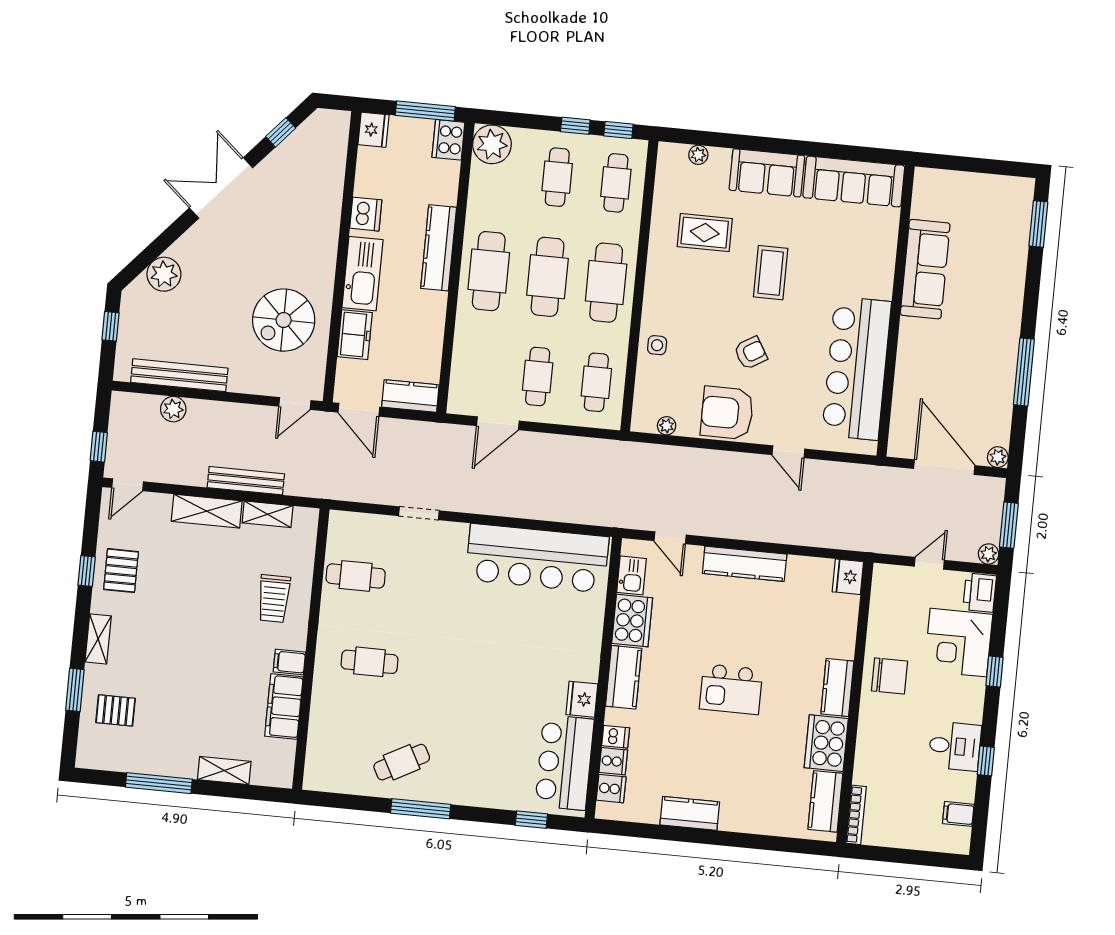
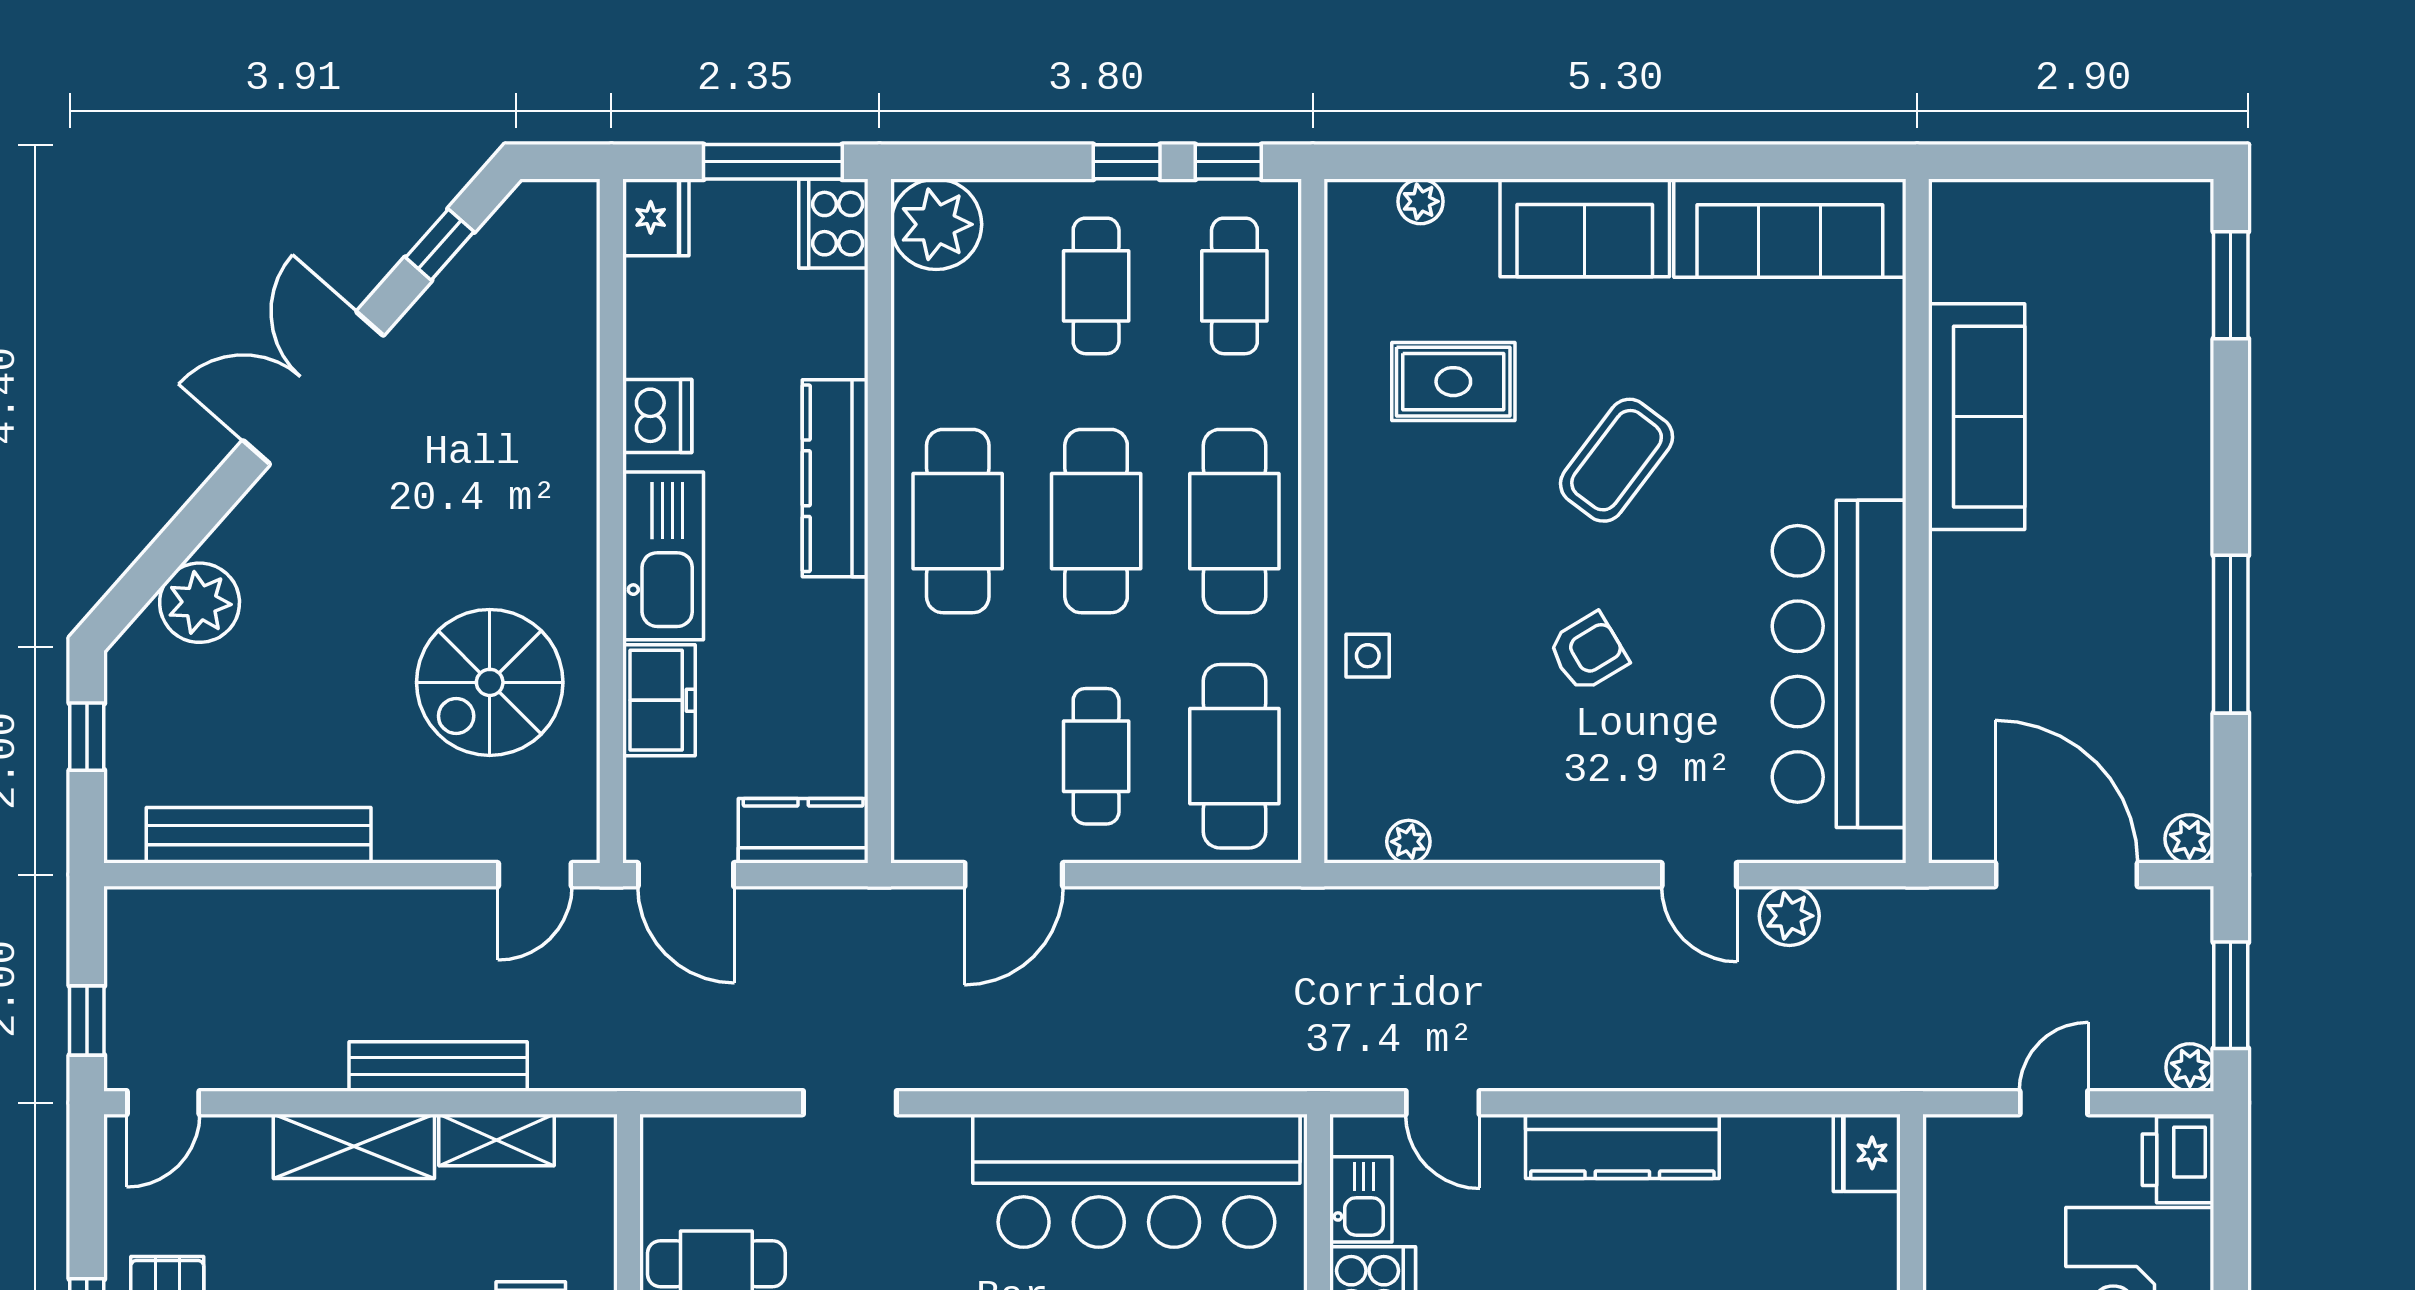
coffee table: (771, 273) -> (1617, 460), turned 37
cafe table: (596, 382) -> (1234, 756), width x1.37, depth x1.35
plant: (173, 409) -> (1789, 916), moved
armchair: (727, 413) -> (1547, 798), removed

